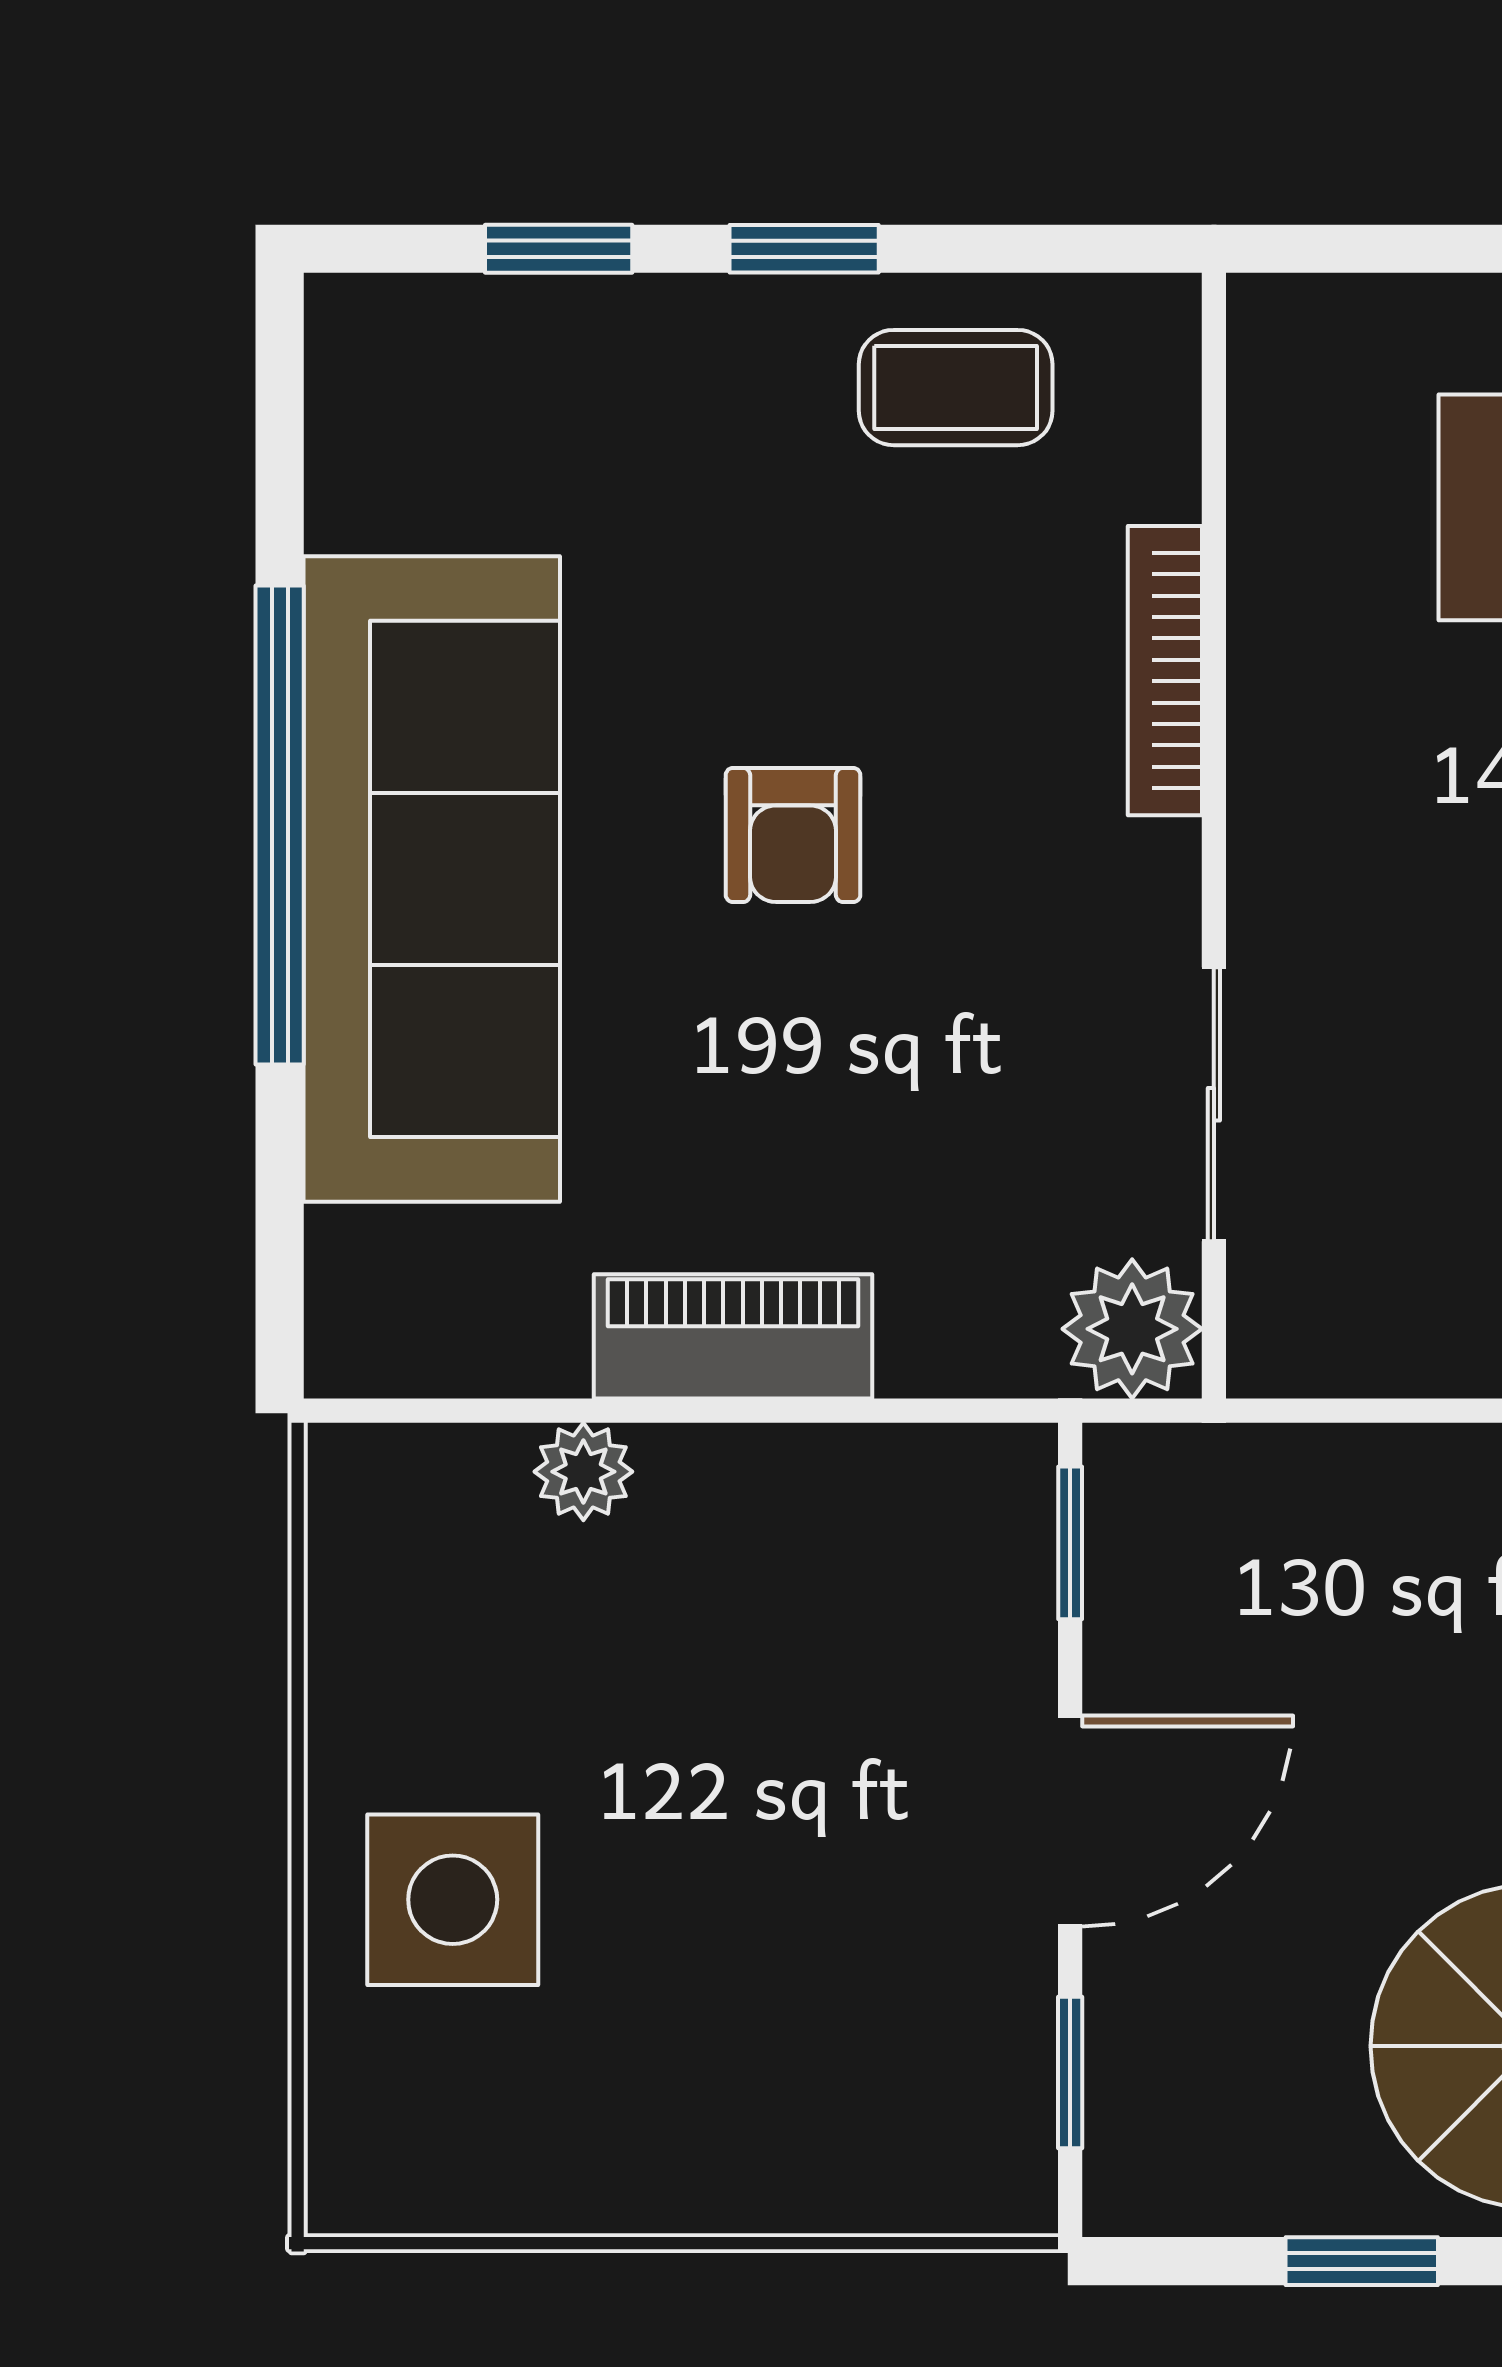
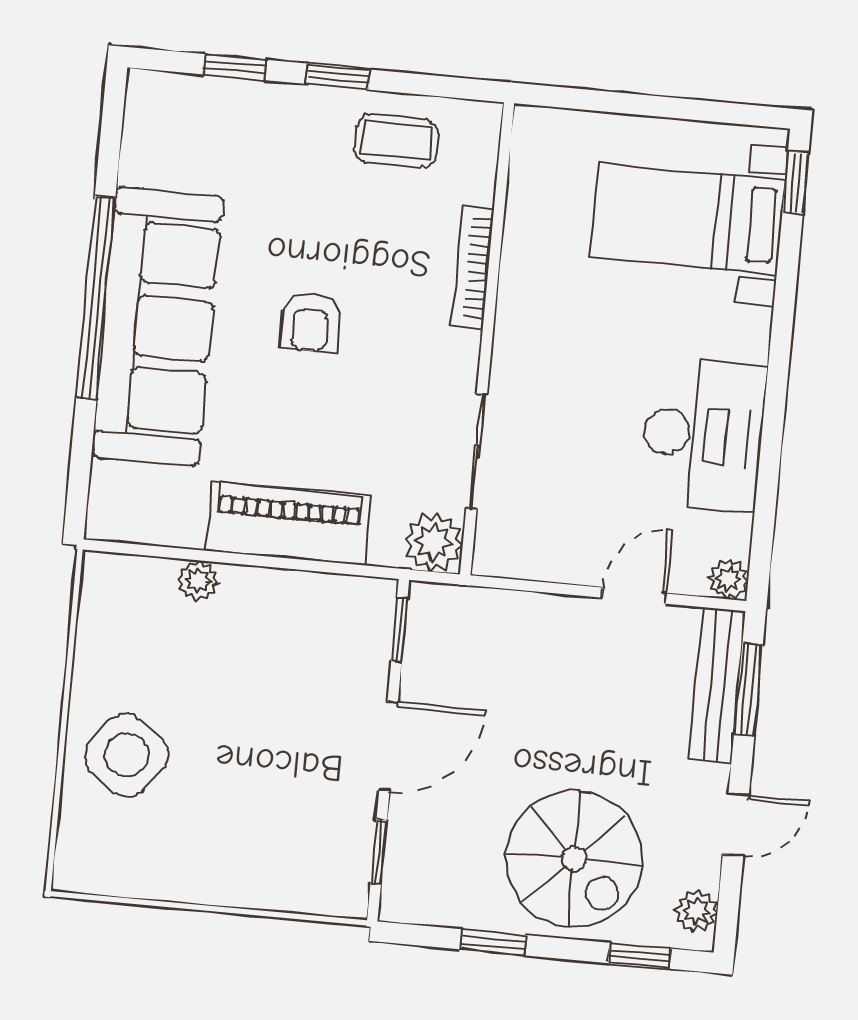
piano: (733, 1336) -> (288, 523), width x1.37, depth x1.33
side table: (453, 1900) -> (126, 755), turned 36

